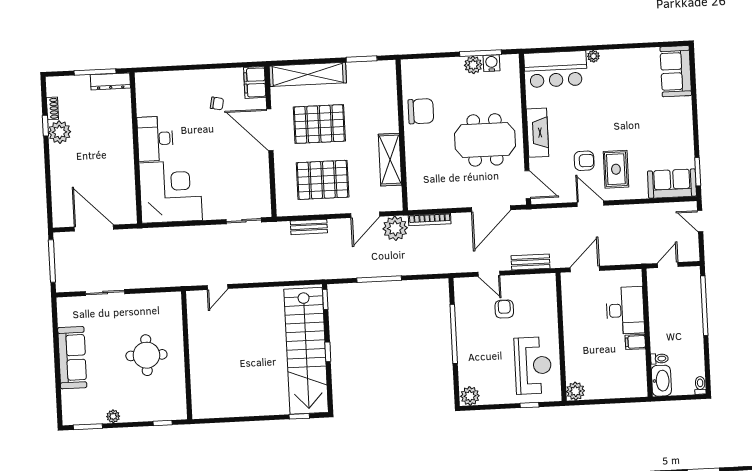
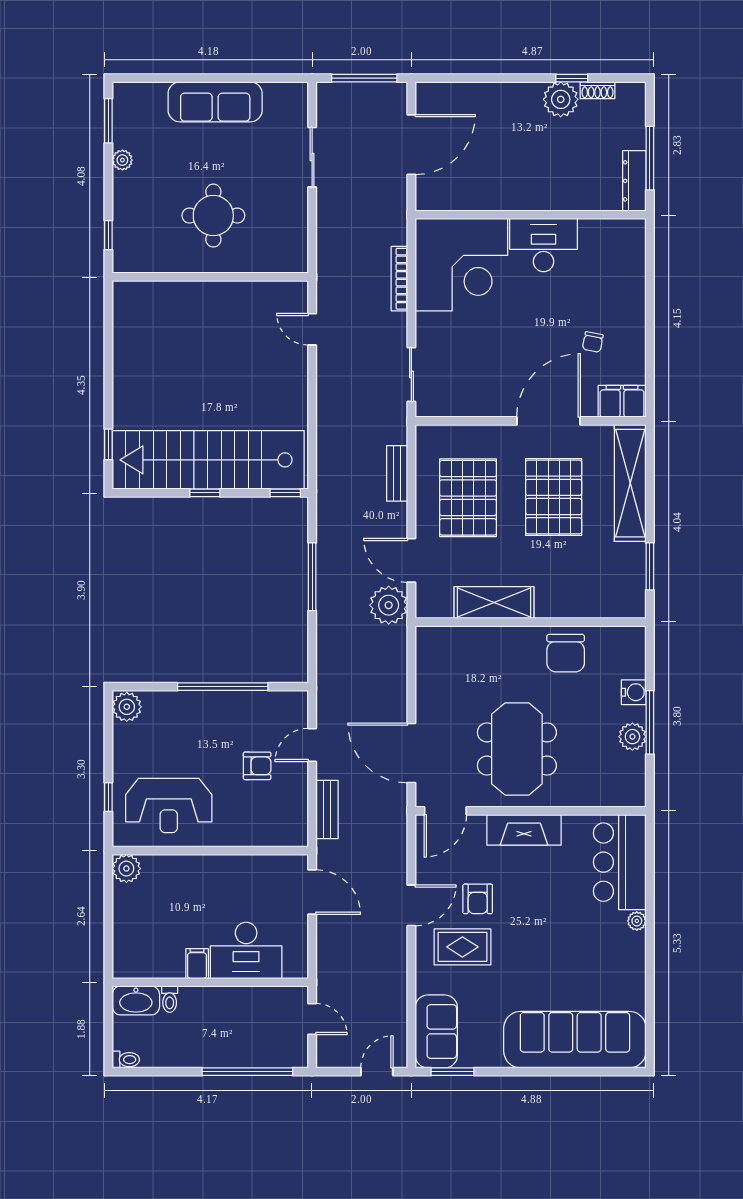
window: (481, 53) -> (650, 722), moved
water cooler: (491, 63) -> (634, 692), moved
sofa: (676, 71) -> (575, 1040), width x1.85, depth x1.27
bookcase: (430, 220) -> (399, 279), moved

